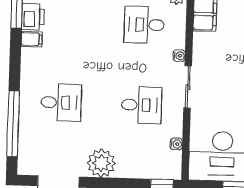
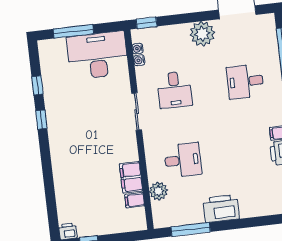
water cooler: (179, 56) -> (138, 49), moved
desk: (142, 105) -> (174, 90), turned -90

